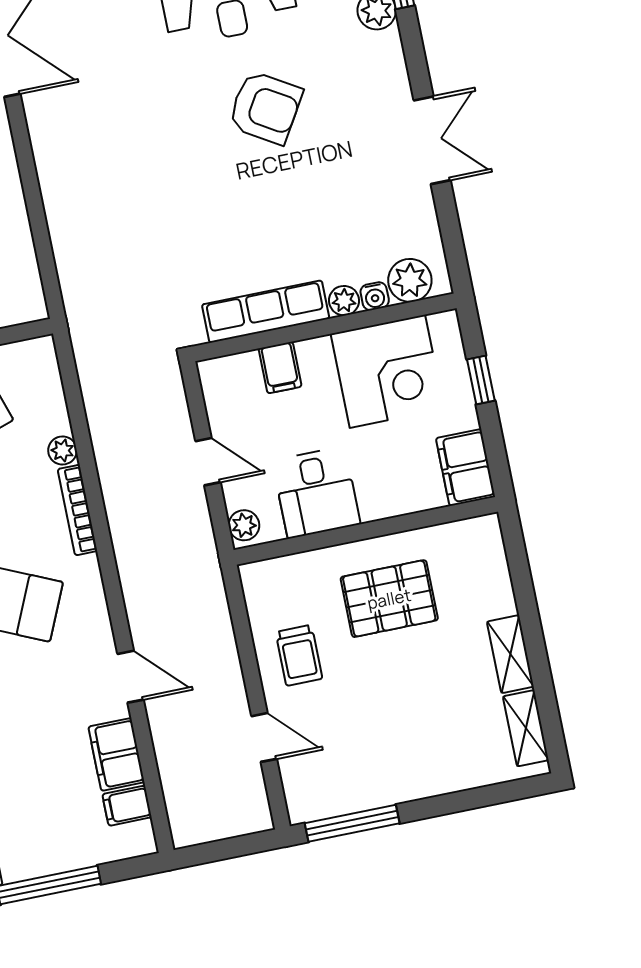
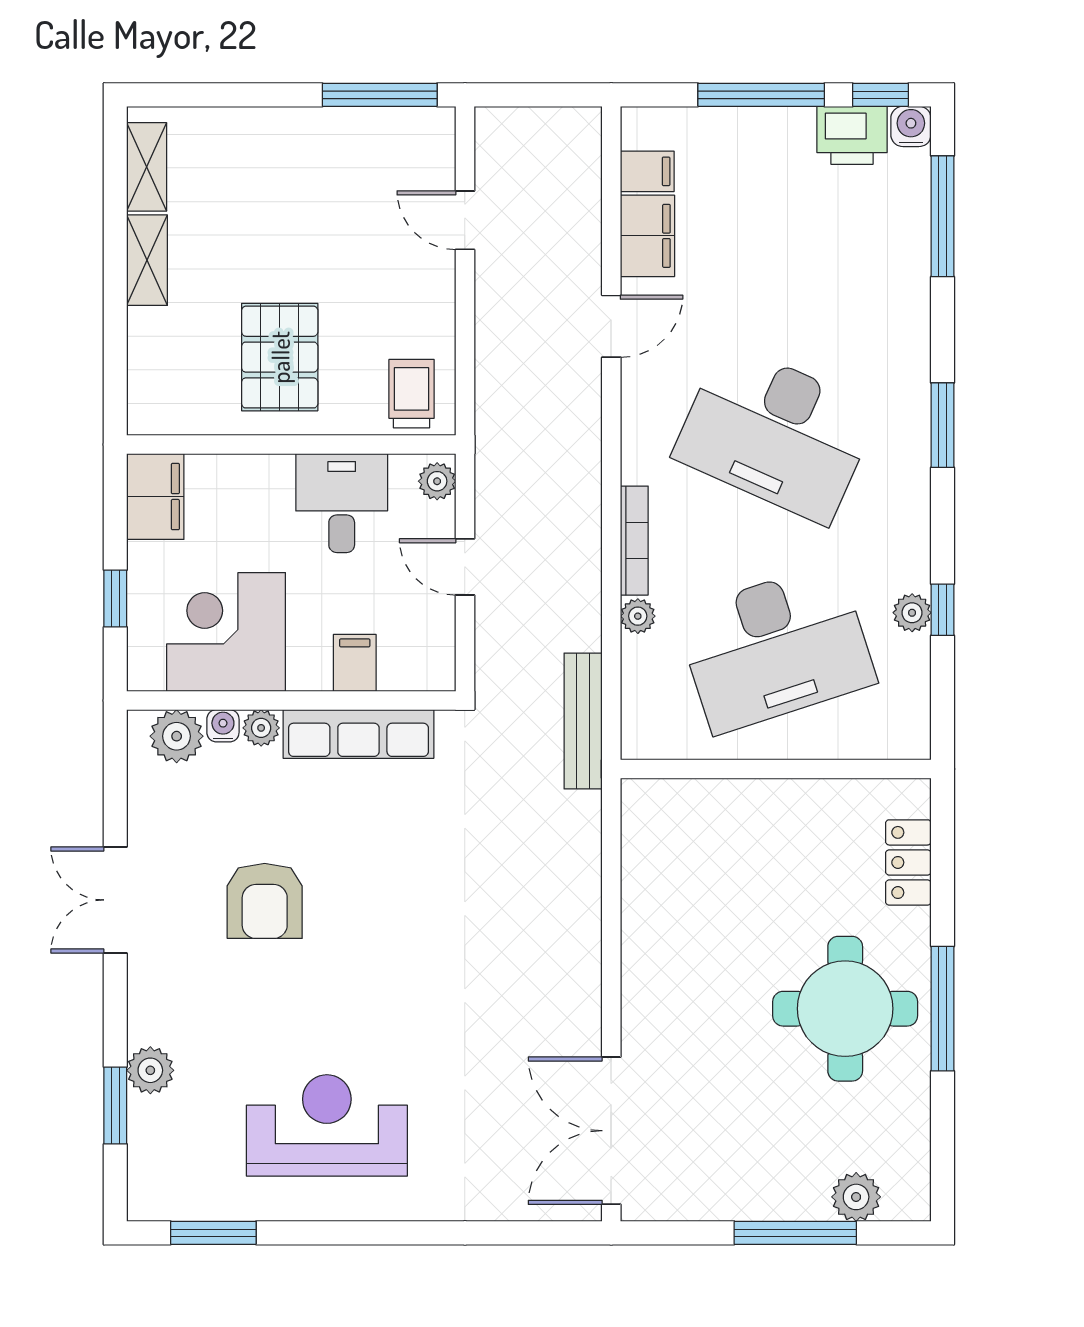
armchair: (265, 108) -> (265, 901), moved, turned -121
bench: (89, 358) -> (583, 721), added
pallet: (389, 599) -> (280, 357), turned 90
trolley: (299, 655) -> (412, 394), moved
door: (131, 677) -> (611, 326), swing flipped

